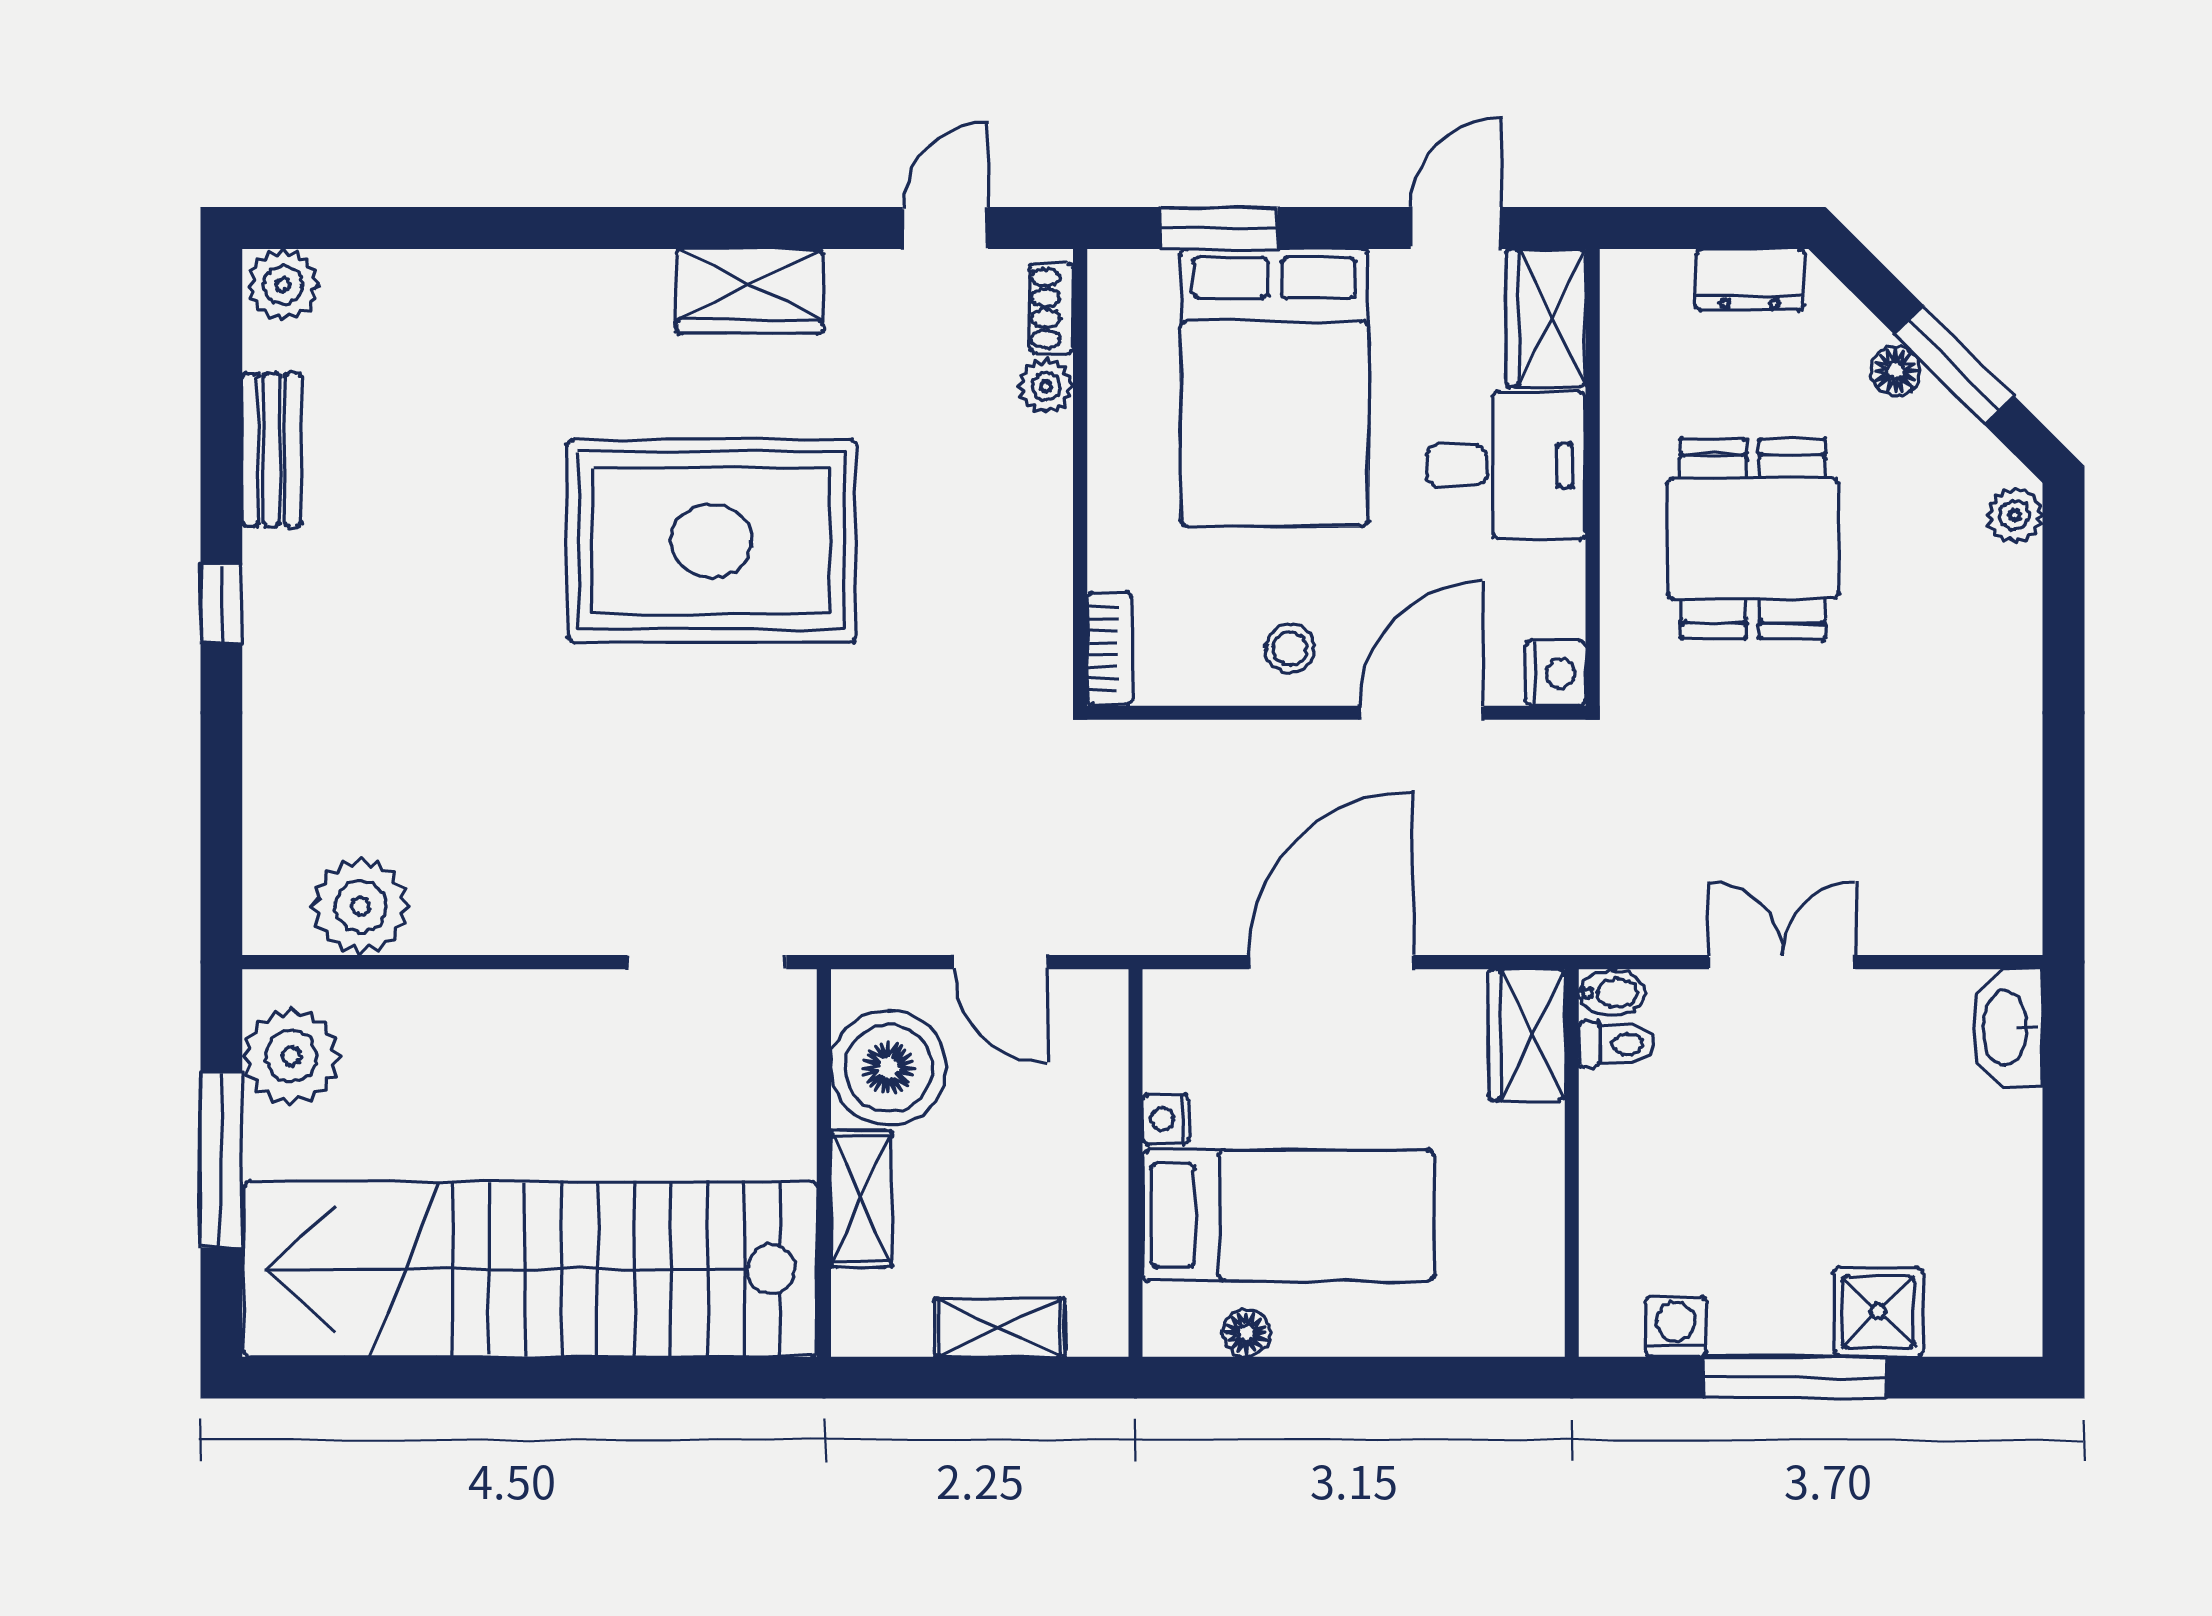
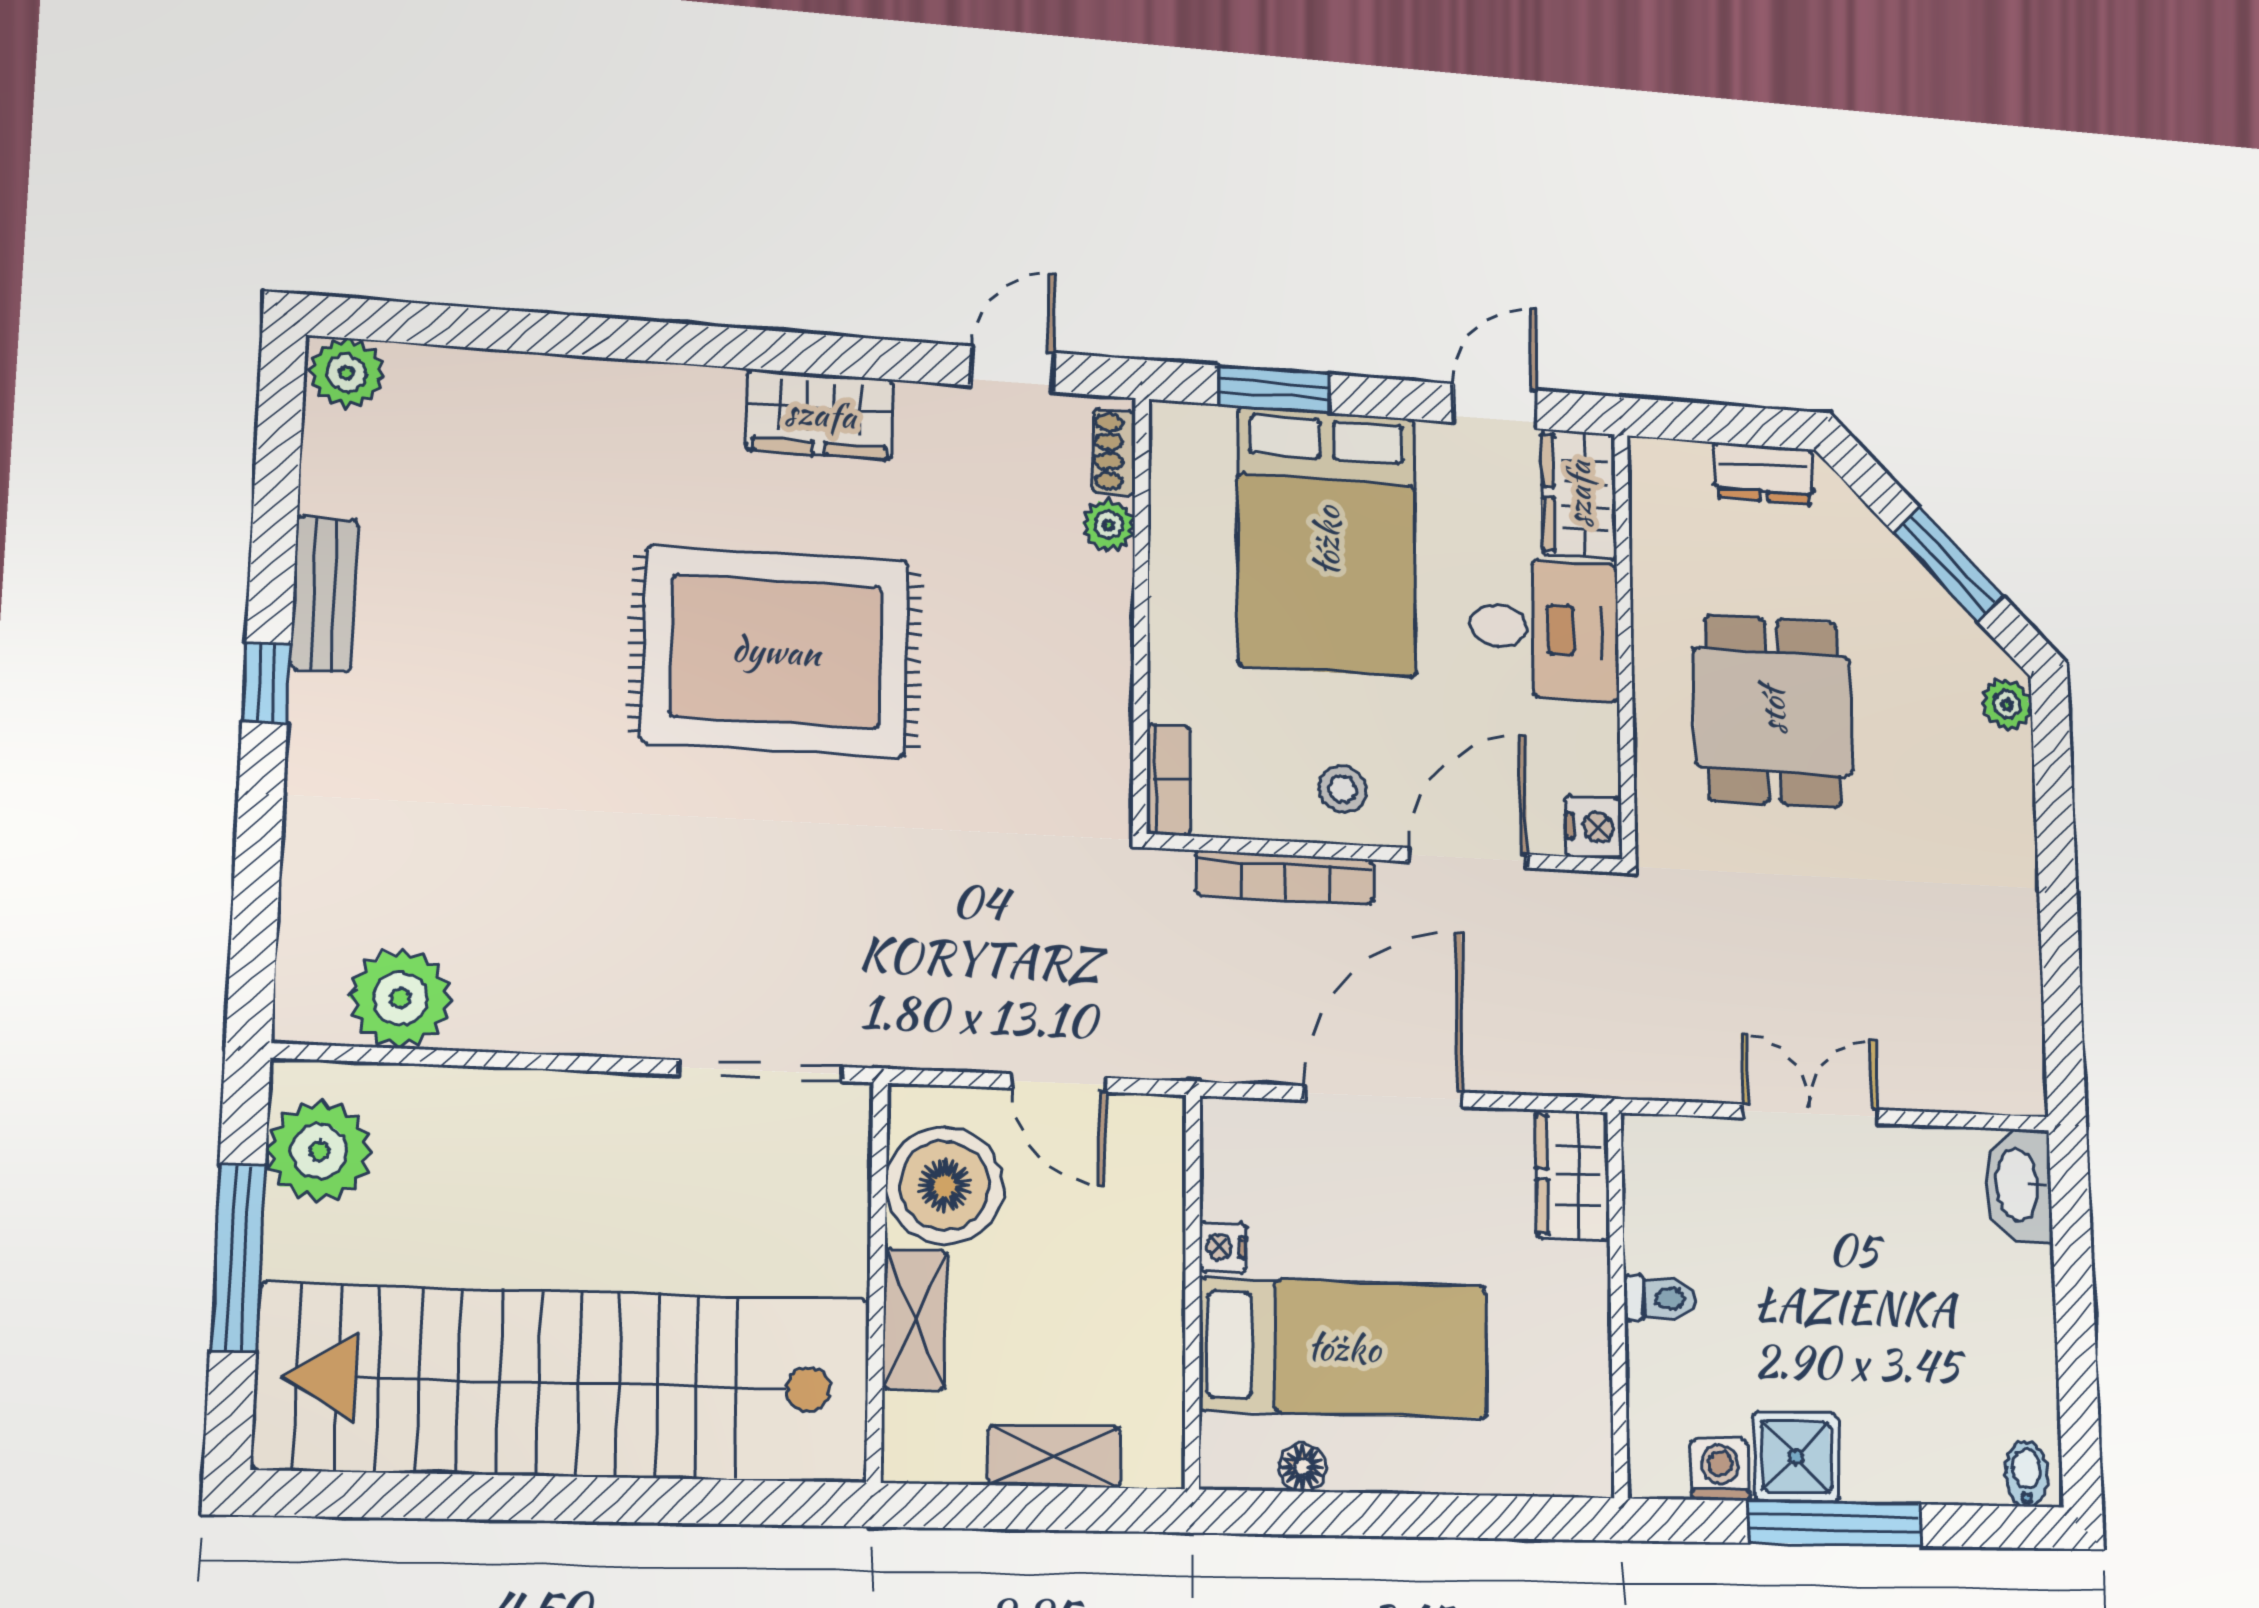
floor lamp: (1895, 371) -> (1896, 566), removed
bench: (271, 450) -> (324, 594), moved
bookcase: (1230, 743) -> (1285, 878), added
bidet: (1612, 993) -> (2026, 1474), moved, turned -90
toilet: (1617, 1044) -> (1660, 1298), moved
shower: (1878, 1312) -> (1796, 1457), moved

